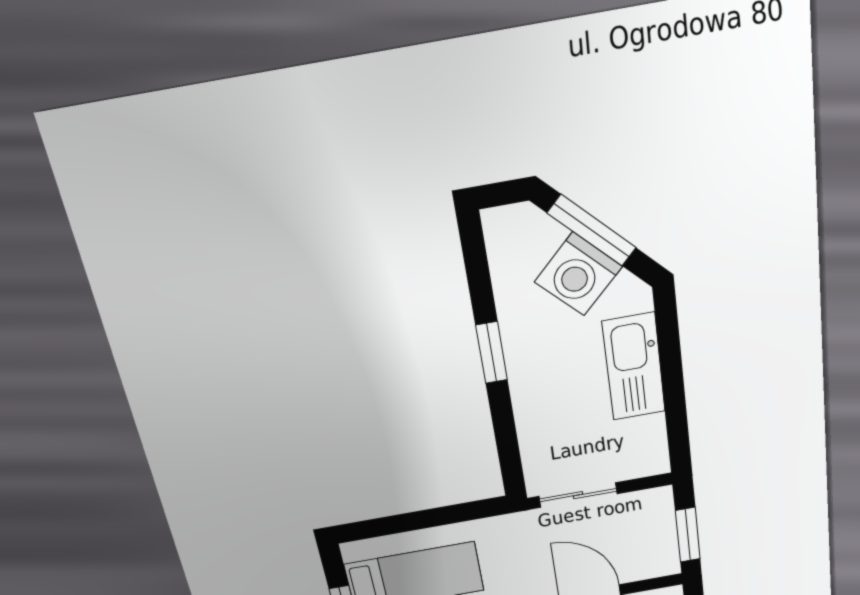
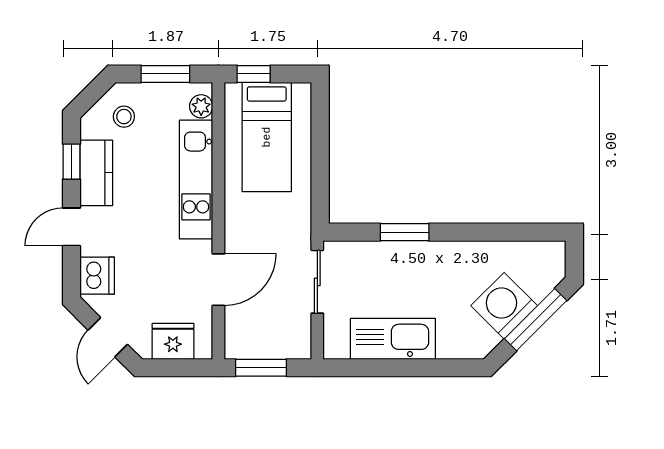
window: (492, 353) -> (405, 232), moved
kitchen sink: (634, 367) -> (393, 339), moved

